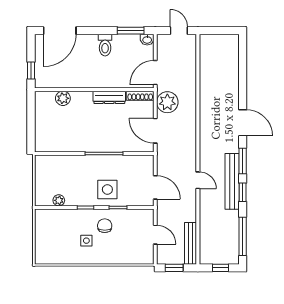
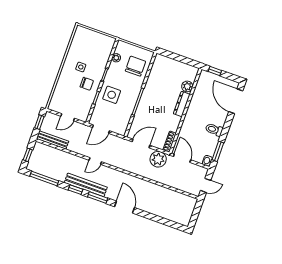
dresser: (109, 97) -> (182, 104), moved
door: (243, 123) -> (125, 207), swing flipped
chair: (61, 172) -> (135, 66), added

